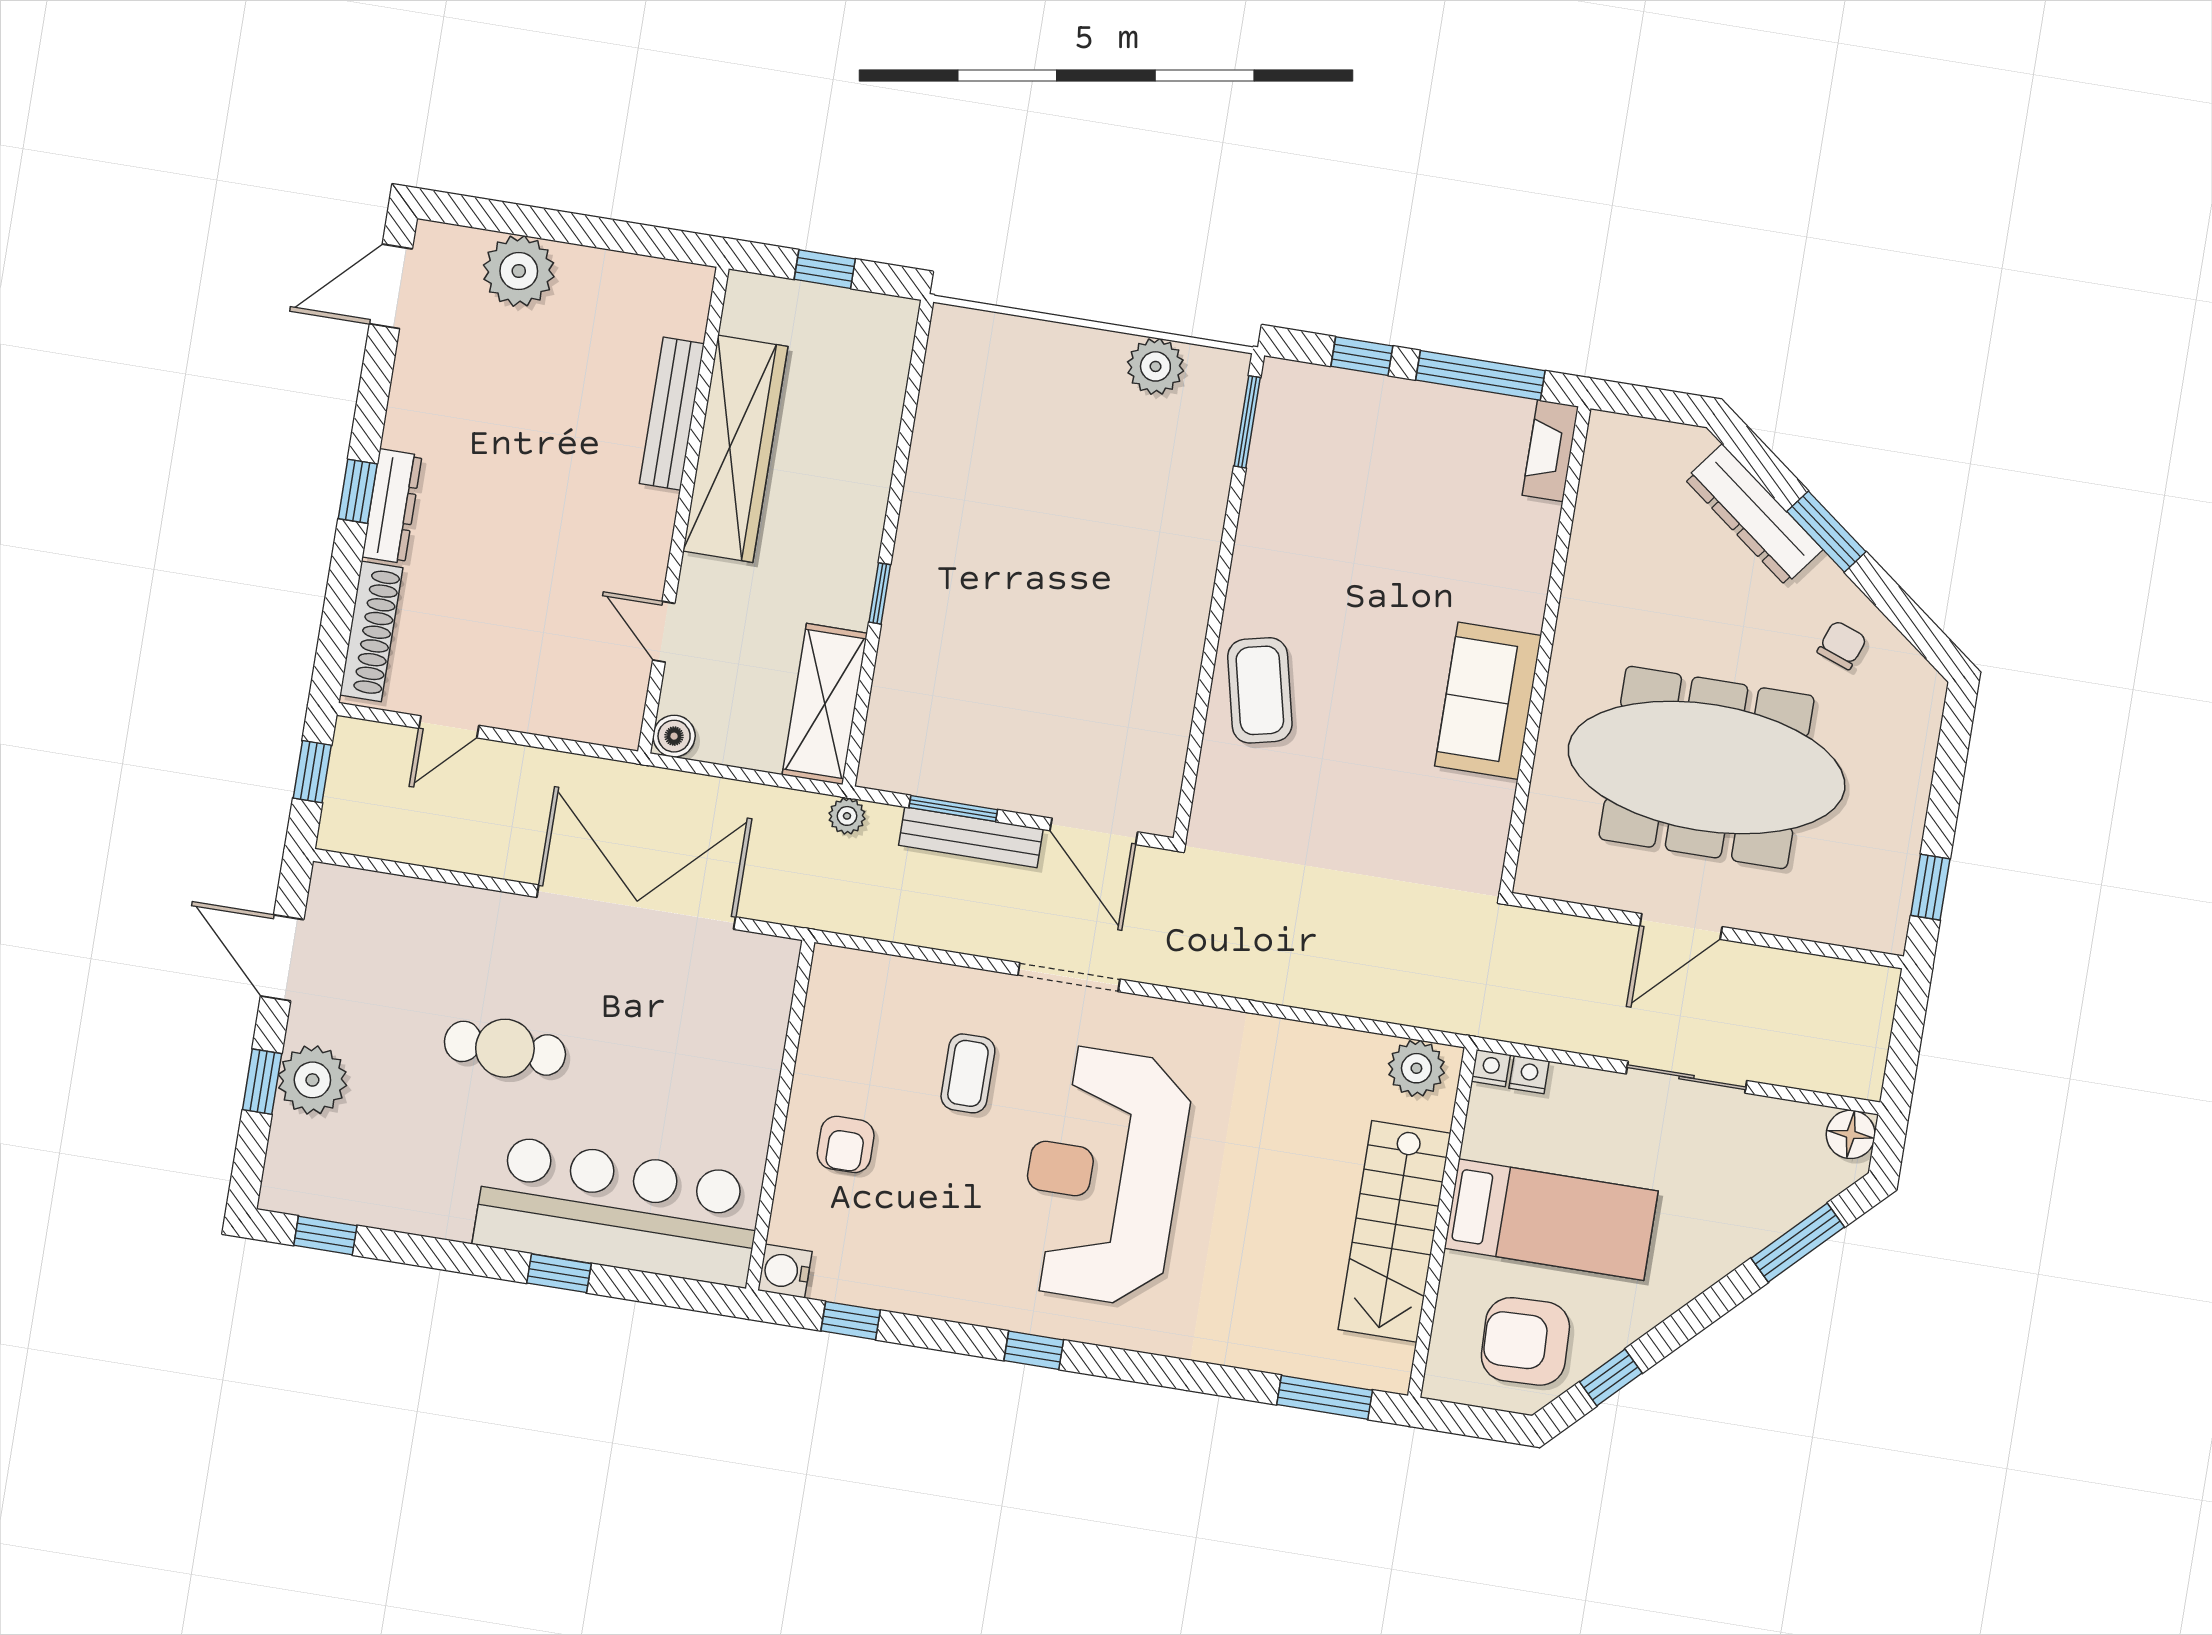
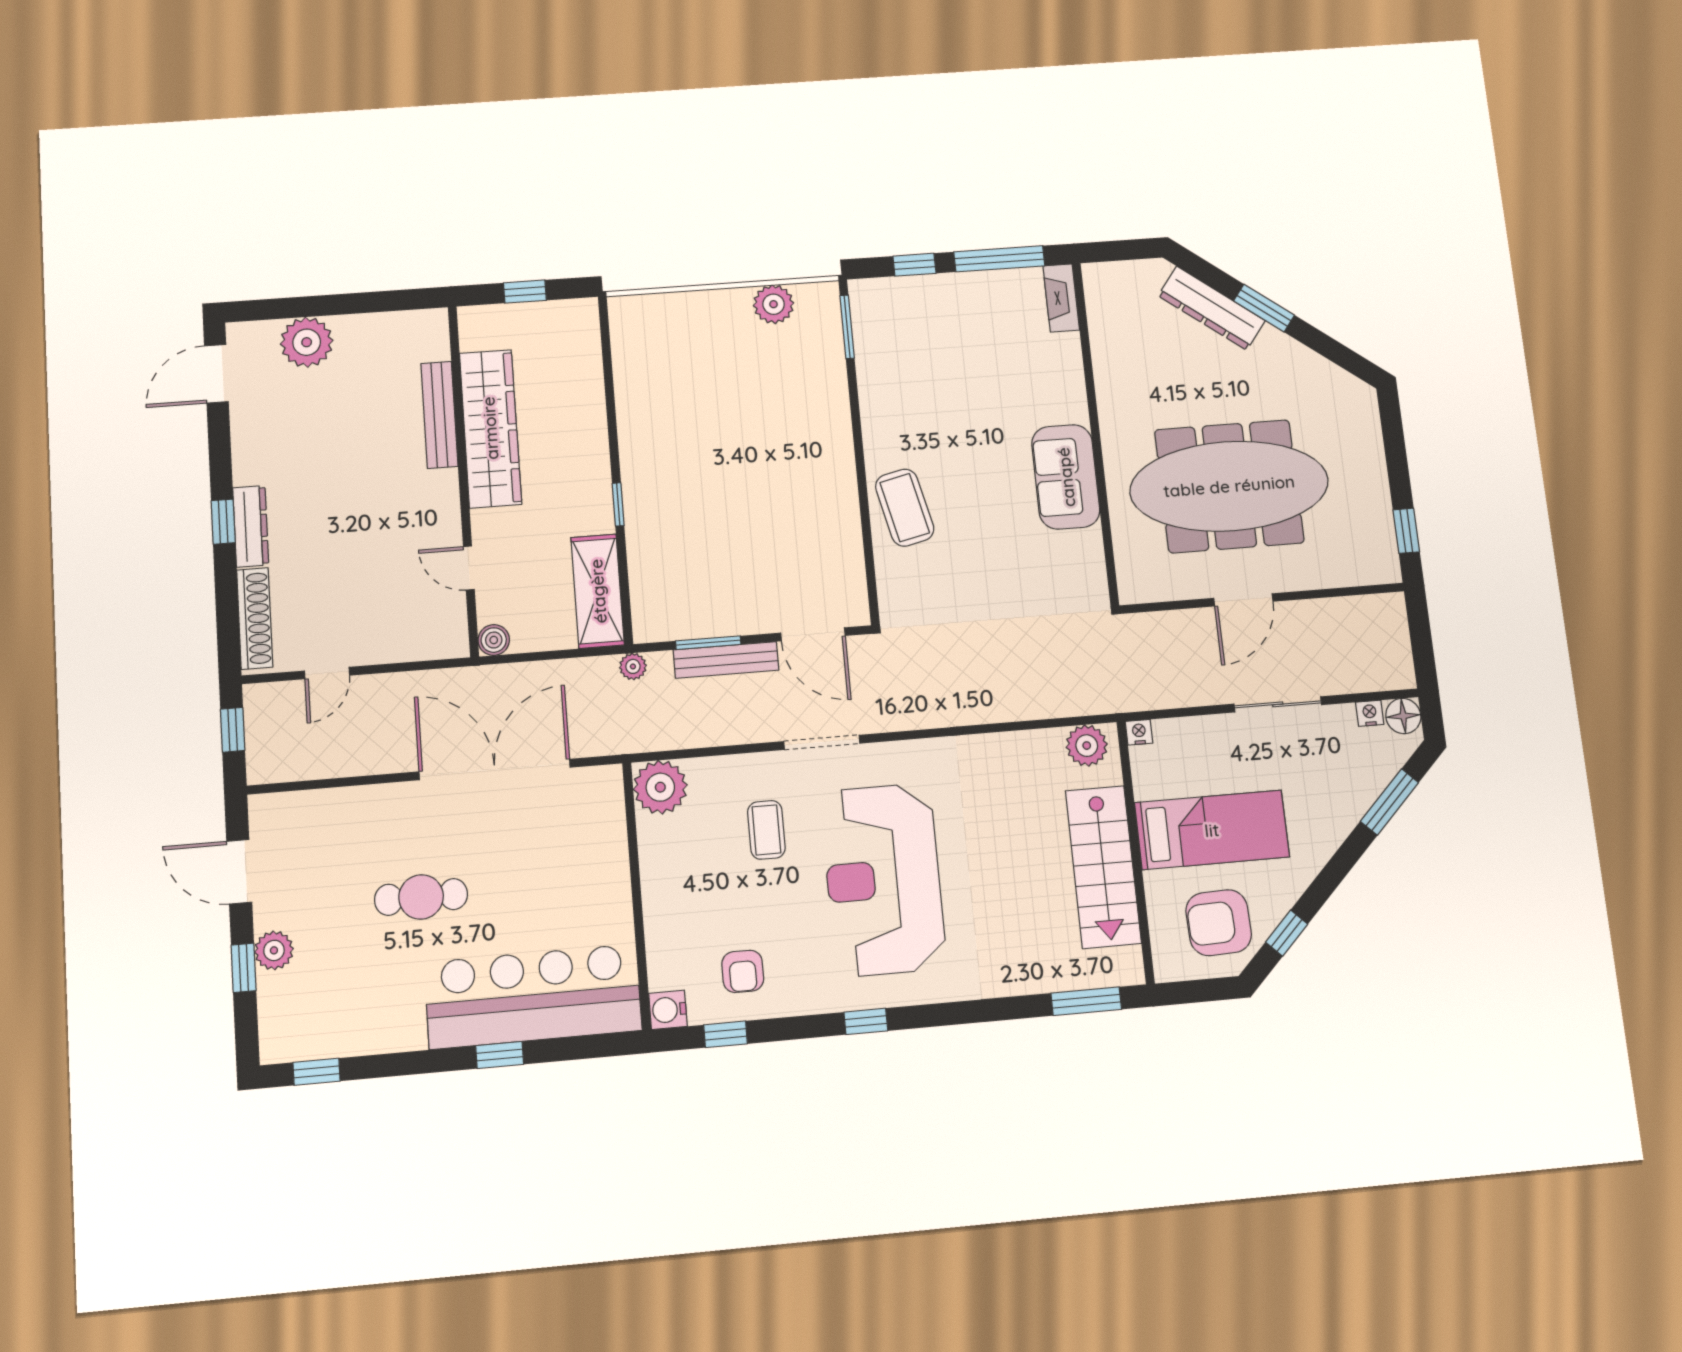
chair: (1842, 645) -> (1297, 381), removed
plant: (844, 984) -> (660, 787), added
nightstand: (1529, 1075) -> (1370, 713), moved
plant: (312, 1080) -> (274, 950), width x0.73, depth x0.73
armchair: (846, 1144) -> (743, 971), moved

